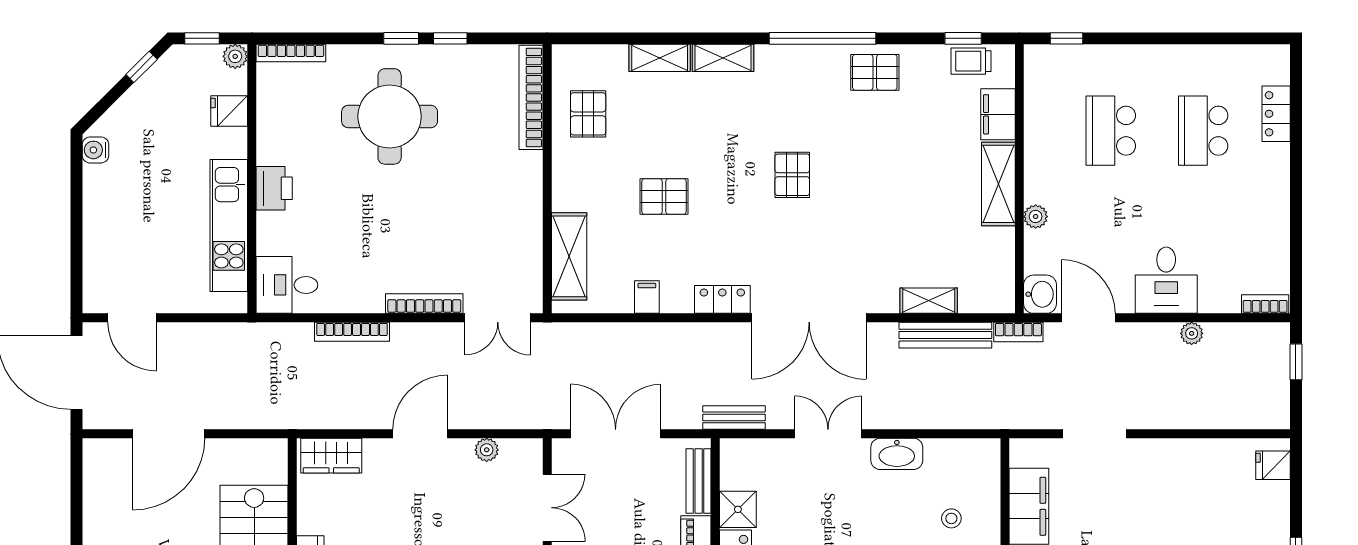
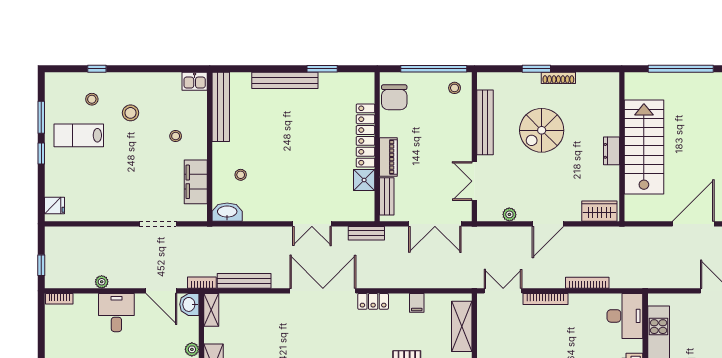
desk: (287, 285) -> (625, 316), width x1.37
shelving: (929, 301) -> (211, 310), moved, turned 90
washbasin: (897, 454) -> (227, 212), moved

